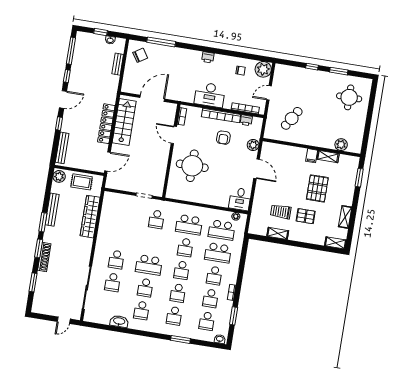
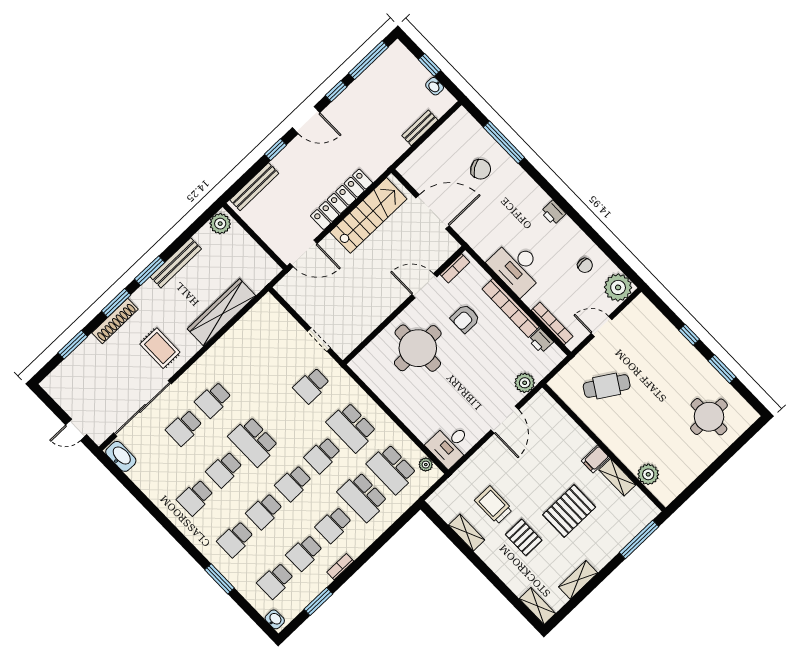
chair: (140, 55) -> (481, 169), moved
door: (174, 135) -> (424, 286), hinge flipped
armchair: (223, 138) -> (465, 319), moved
window: (359, 178) -> (639, 540), width x1.44
rug: (82, 182) -> (160, 348), moved
washbasin: (119, 321) -> (121, 456), moved

